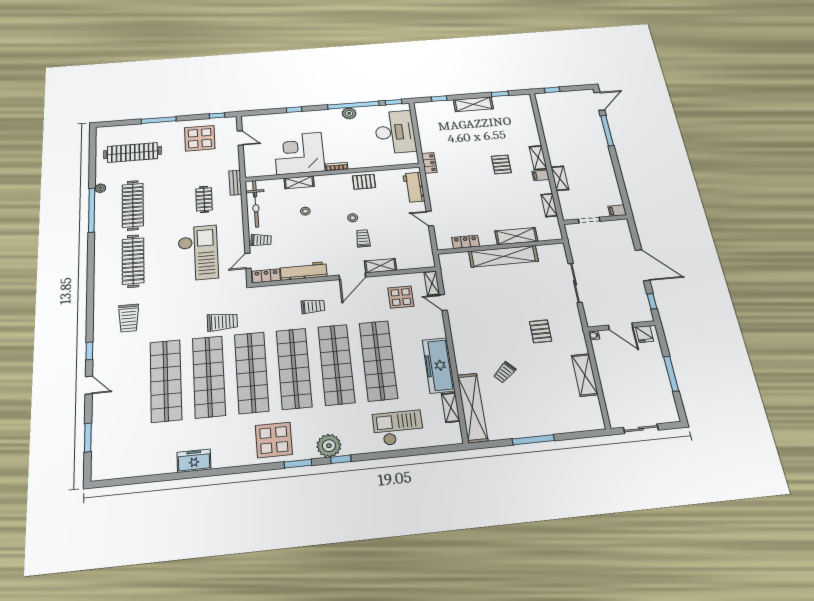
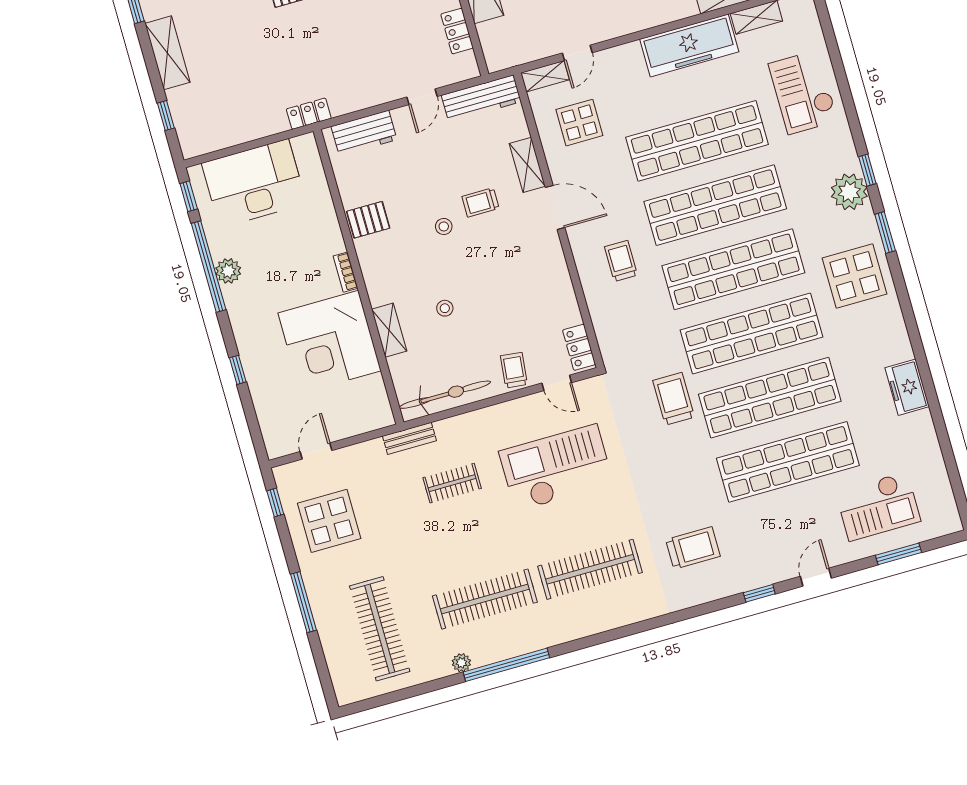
pallet: (364, 182) -> (368, 220), turned 90
workbench: (304, 271) -> (481, 98), moved, turned -90
checkout: (122, 430) -> (878, 506), added

